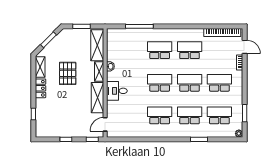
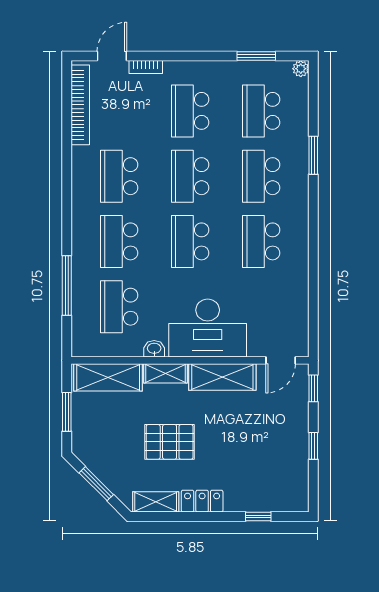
school desk: (130, 50) -> (119, 307), added
desk: (117, 91) -> (208, 328), width x1.87, depth x1.30
door: (105, 124) -> (281, 360), hinge flipped

